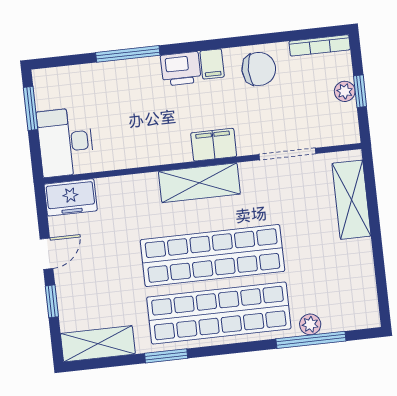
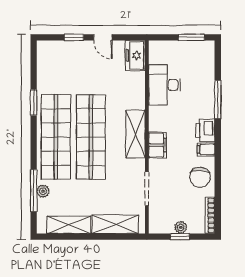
desk: (66, 142) -> (164, 85), moved, turned -90
shelving: (98, 344) -> (69, 225), moved, turned 90

